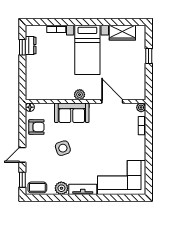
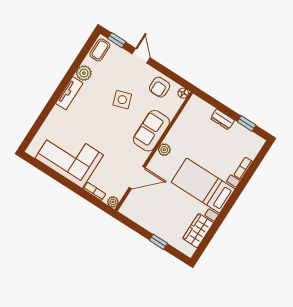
dresser: (31, 45) -> (222, 119), moved
corner sofa: (122, 178) -> (69, 157), moved, turned -90

